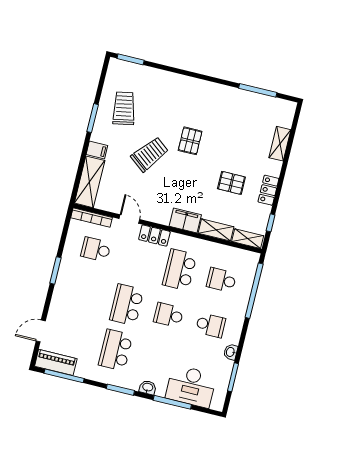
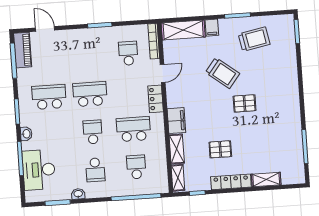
pallet: (231, 183) -> (220, 149), turned 90
locker: (268, 190) -> (231, 182), width x1.53

